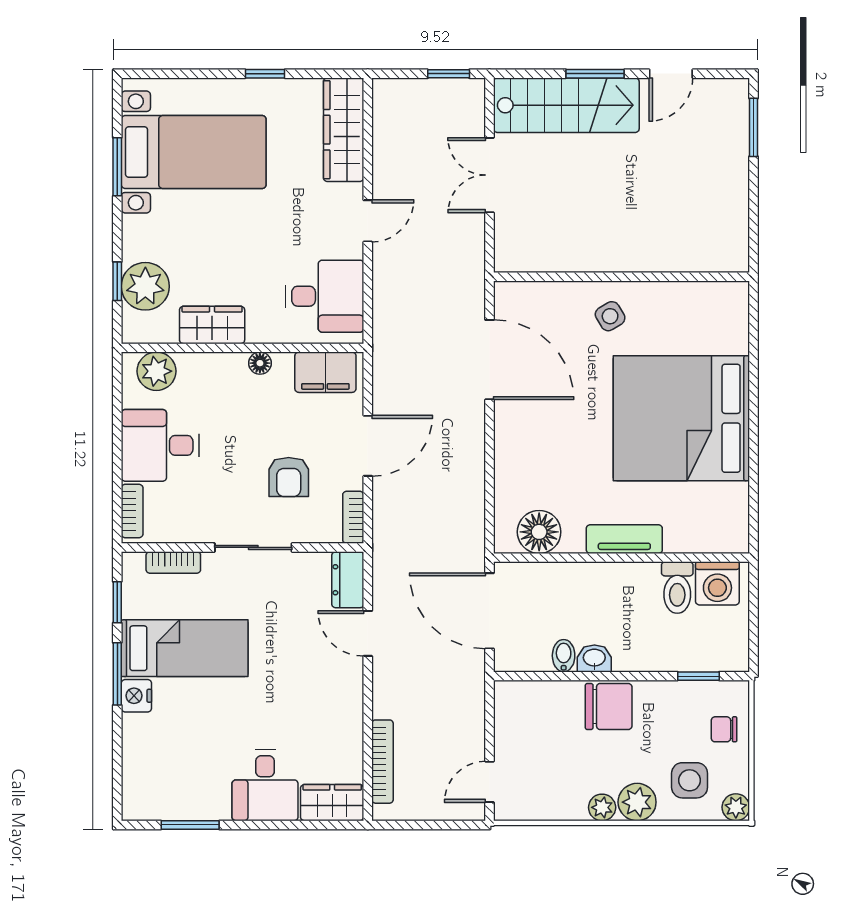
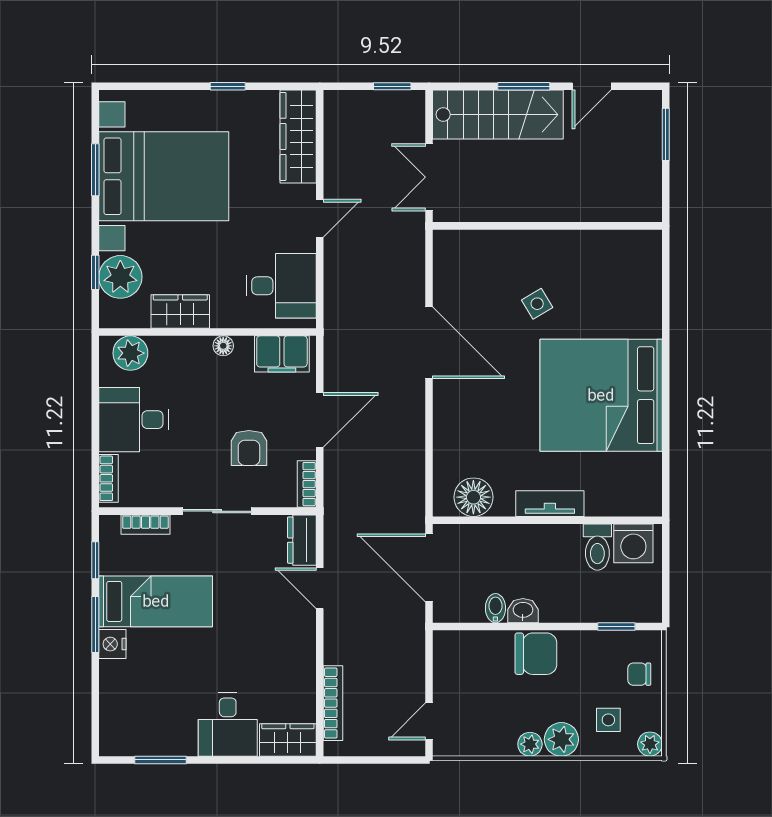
bed with nightstands: (194, 152) -> (164, 176), width x1.36
wall: (622, 277) -> (547, 226), moved
side table: (690, 780) -> (608, 720), width x0.73, depth x0.73

